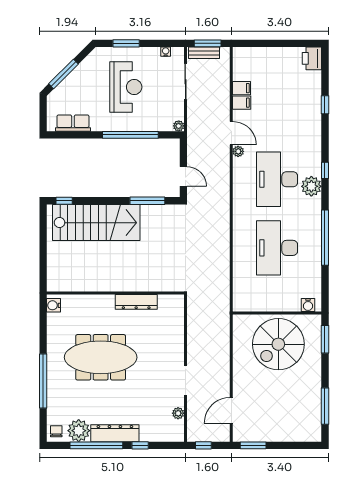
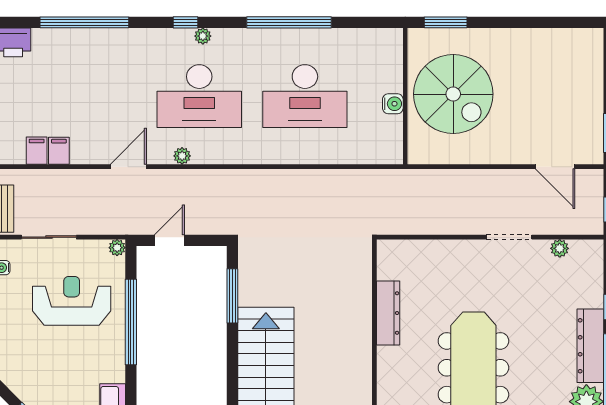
reception desk: (126, 87) -> (72, 301), moved
filing cabinet: (242, 103) -> (37, 151), moved
window: (325, 105) -> (84, 22), width x3.17
plant: (238, 151) -> (182, 156), moved
door: (183, 176) -> (169, 240), moved
plant: (311, 186) -> (203, 36), width x0.53, depth x0.53
water cooler: (308, 305) -> (393, 104), moved
window: (325, 406) -> (549, 22), removed

